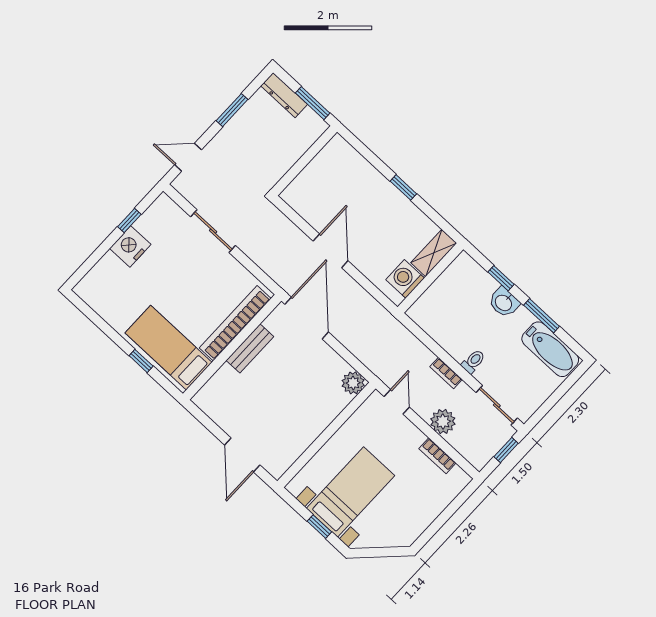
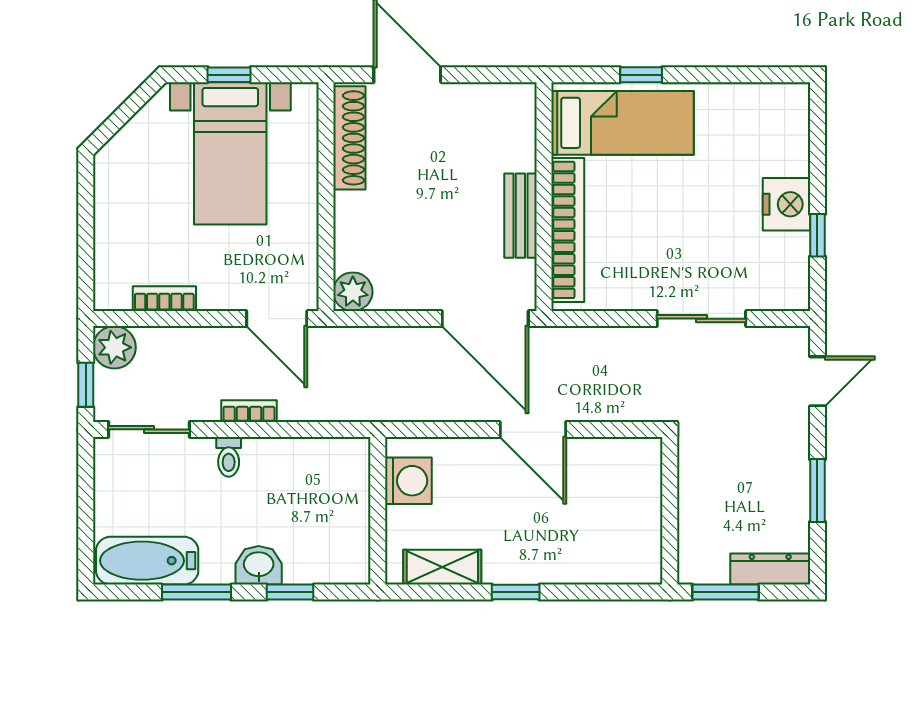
shelving: (434, 253) -> (442, 567), moved, turned 90
door: (397, 402) -> (277, 319), width x1.38
plant: (443, 422) -> (114, 347), moved
shoe rack: (293, 451) -> (349, 138), added

